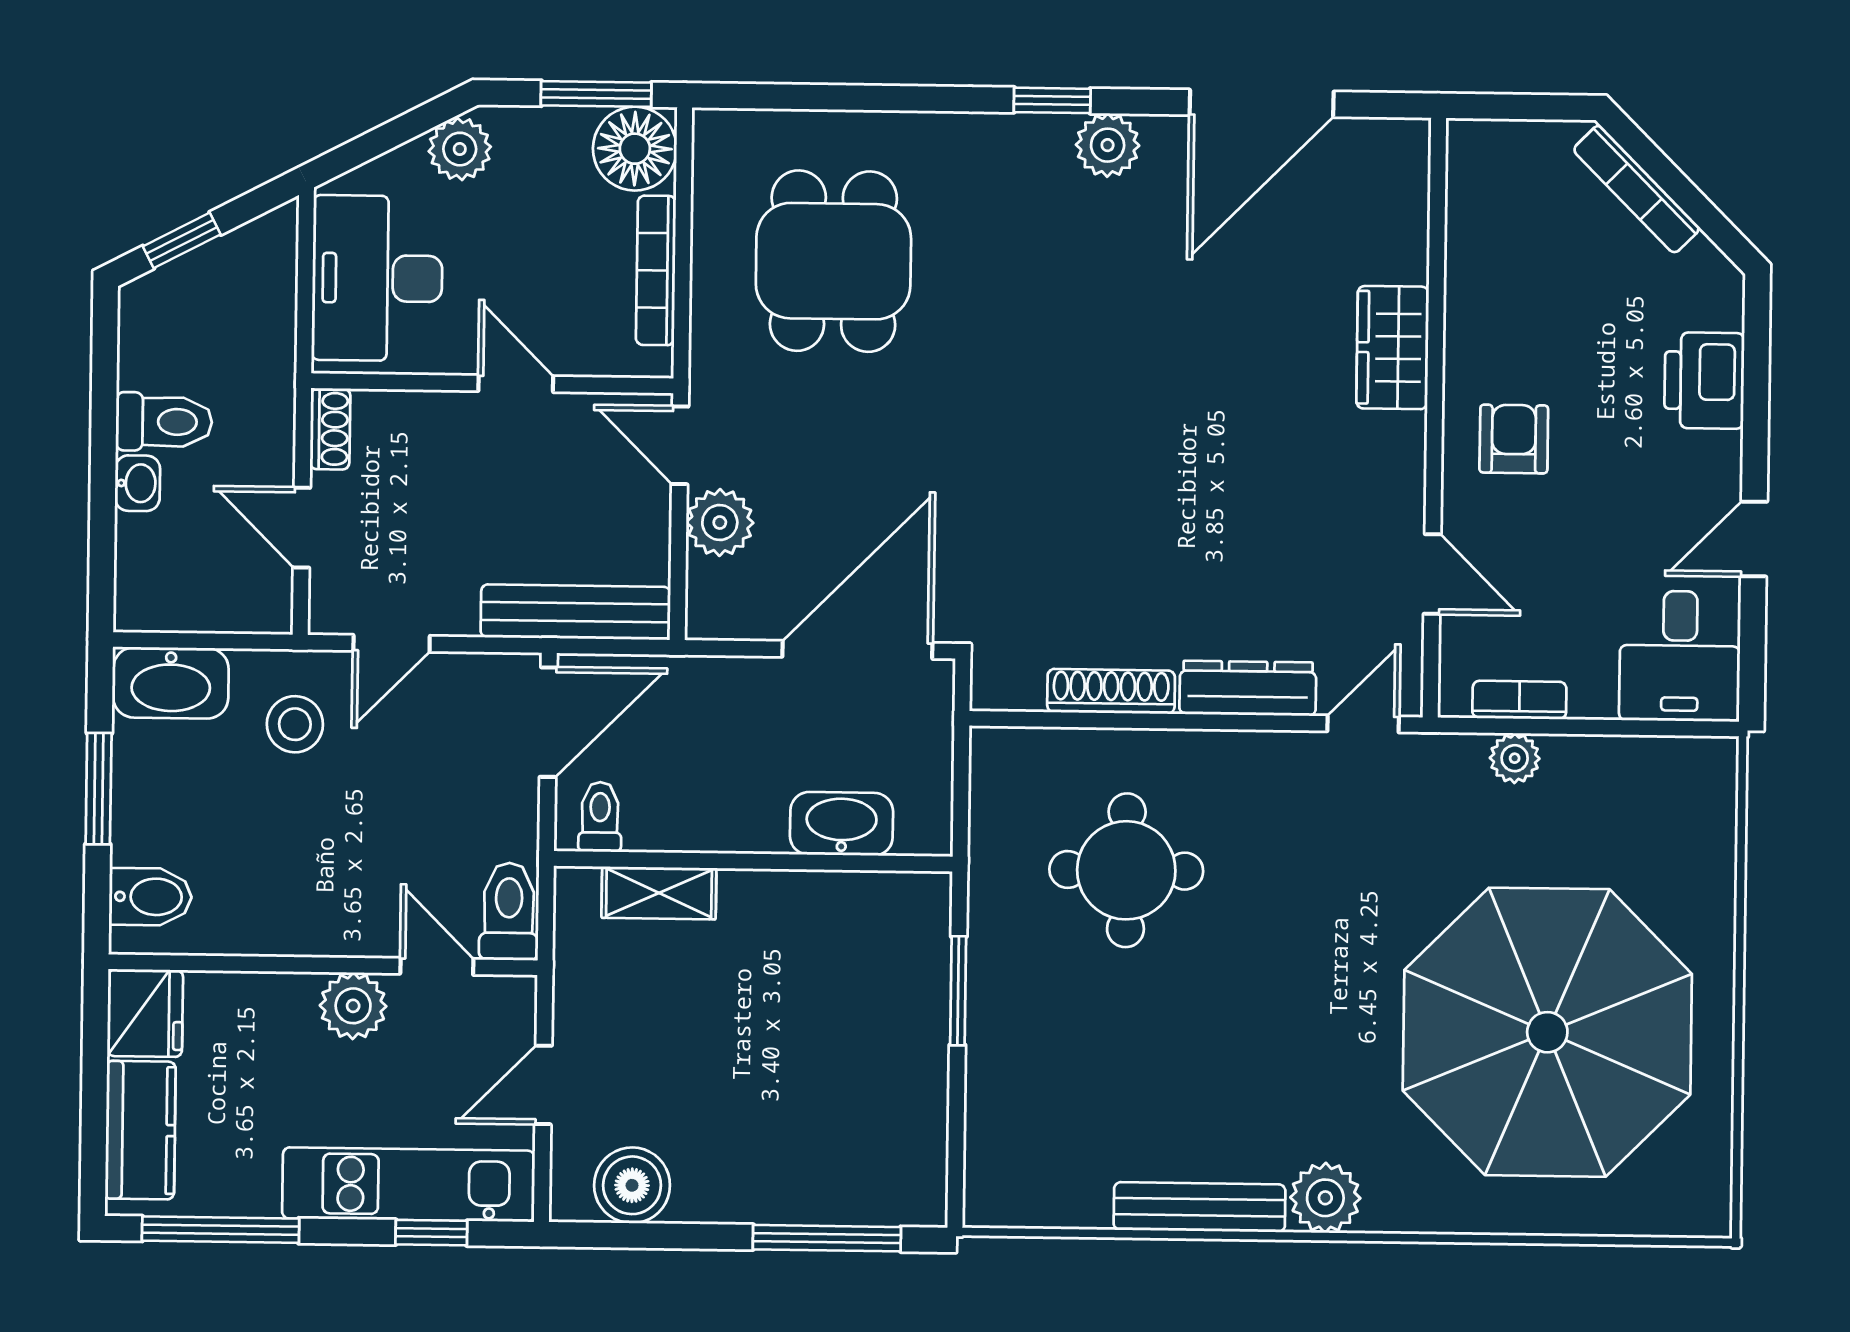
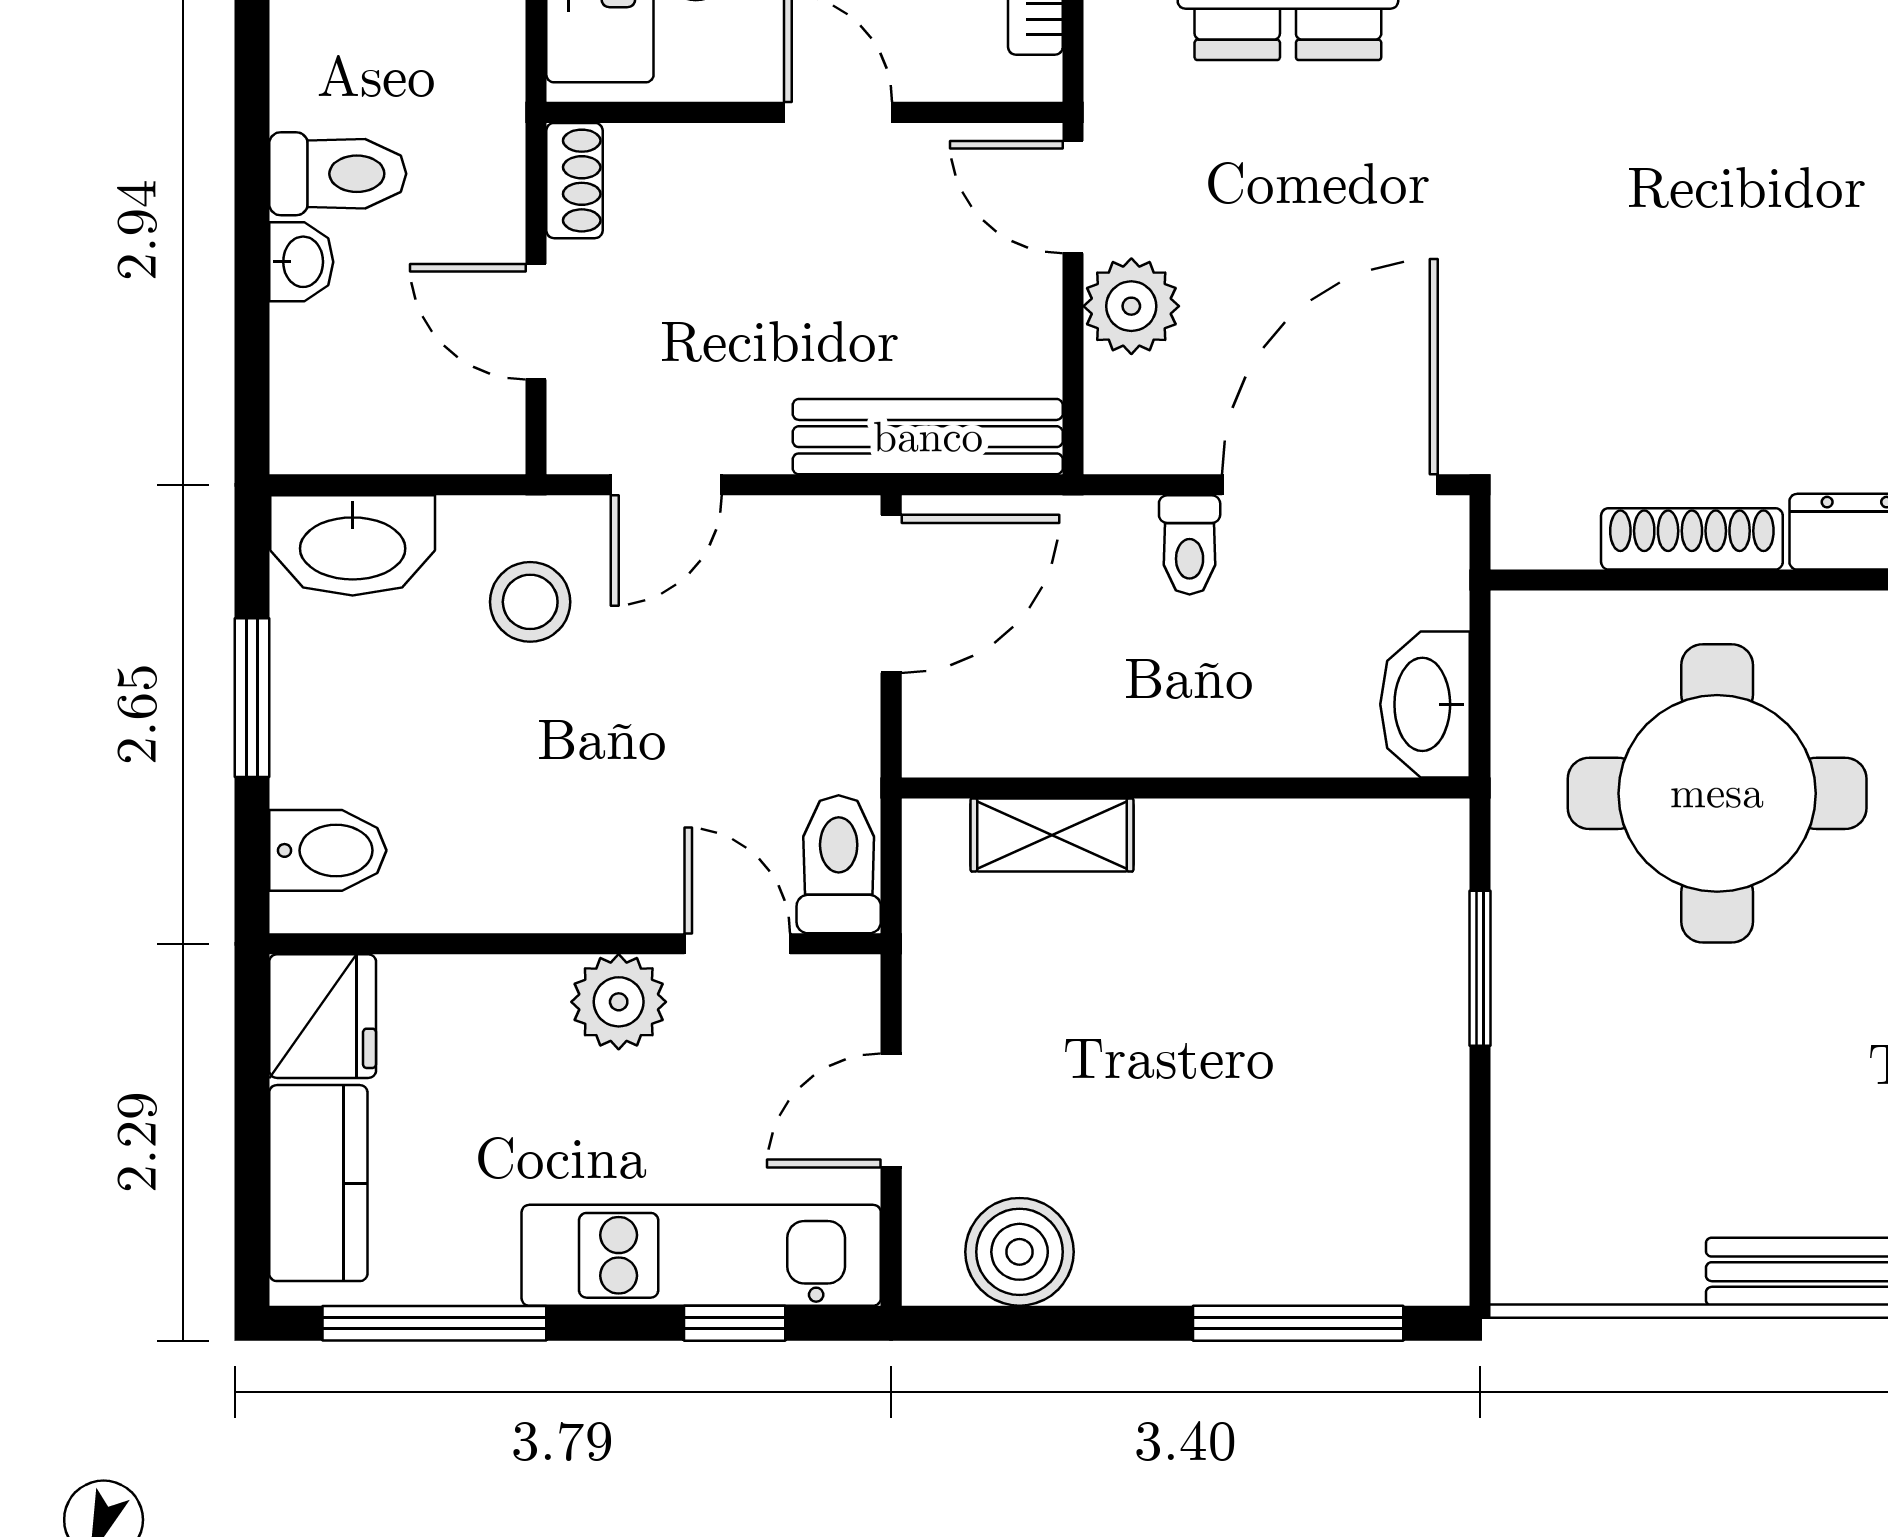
toilet: (600, 817) -> (1190, 545), moved, turned 180
washbasin: (842, 824) -> (1425, 704), moved, turned -90
round table: (1126, 870) -> (1717, 793), width x1.36, depth x1.36

